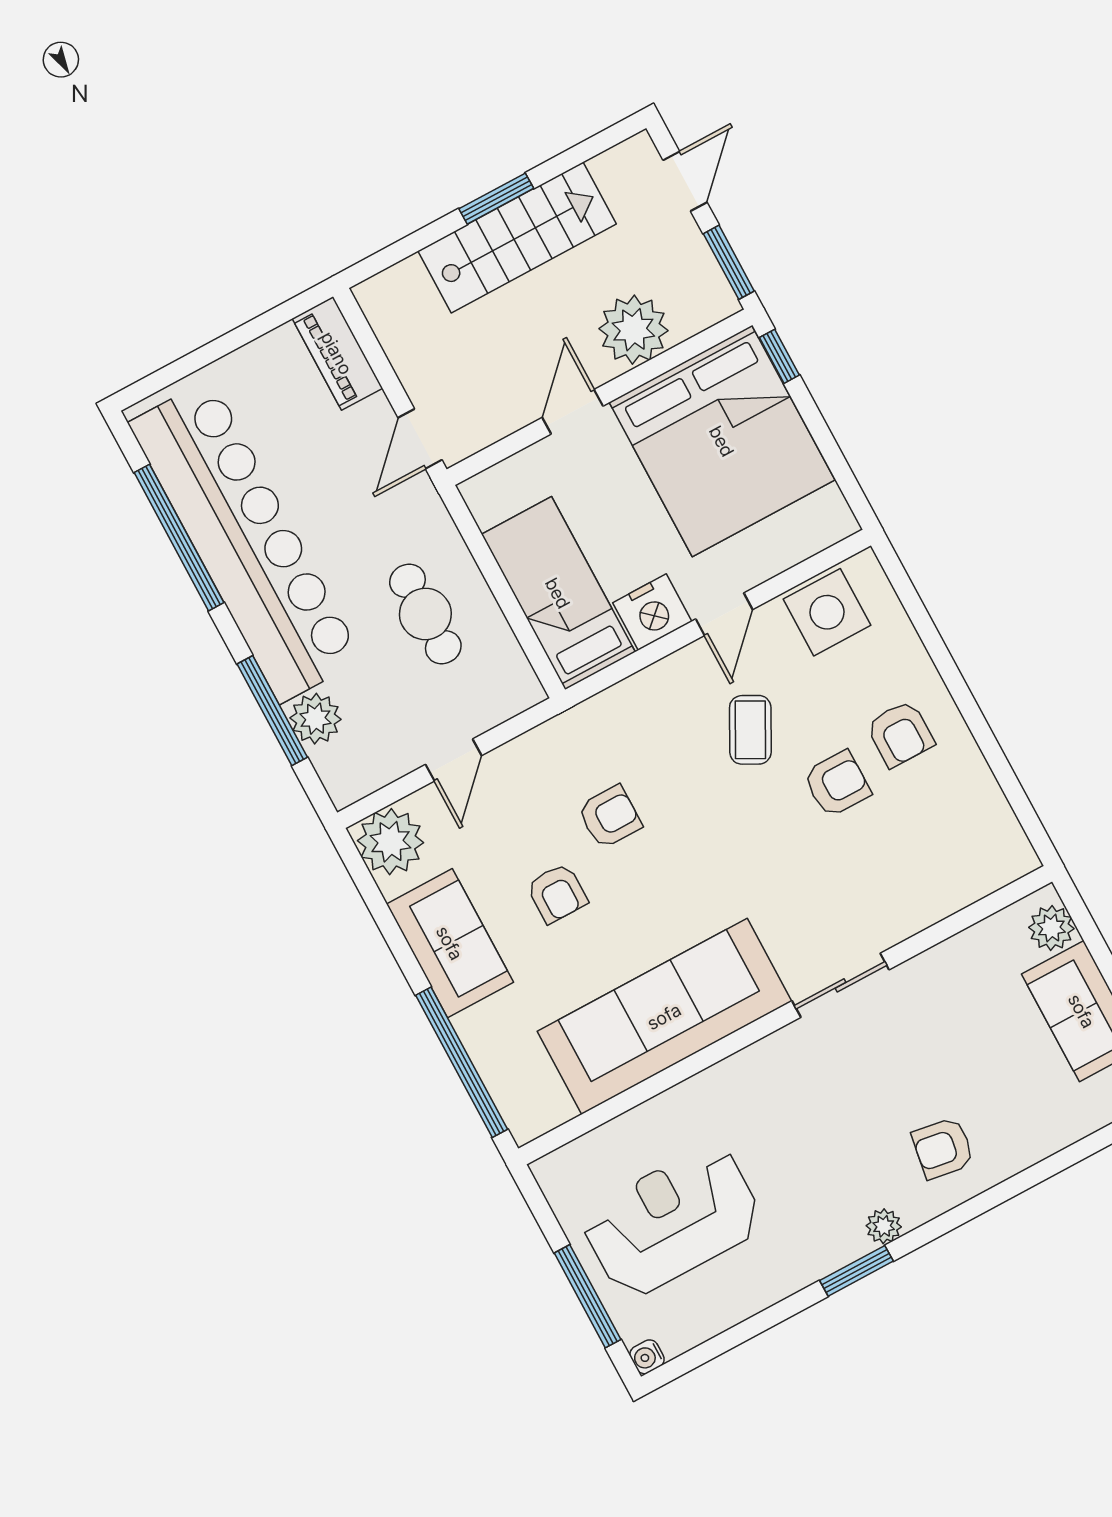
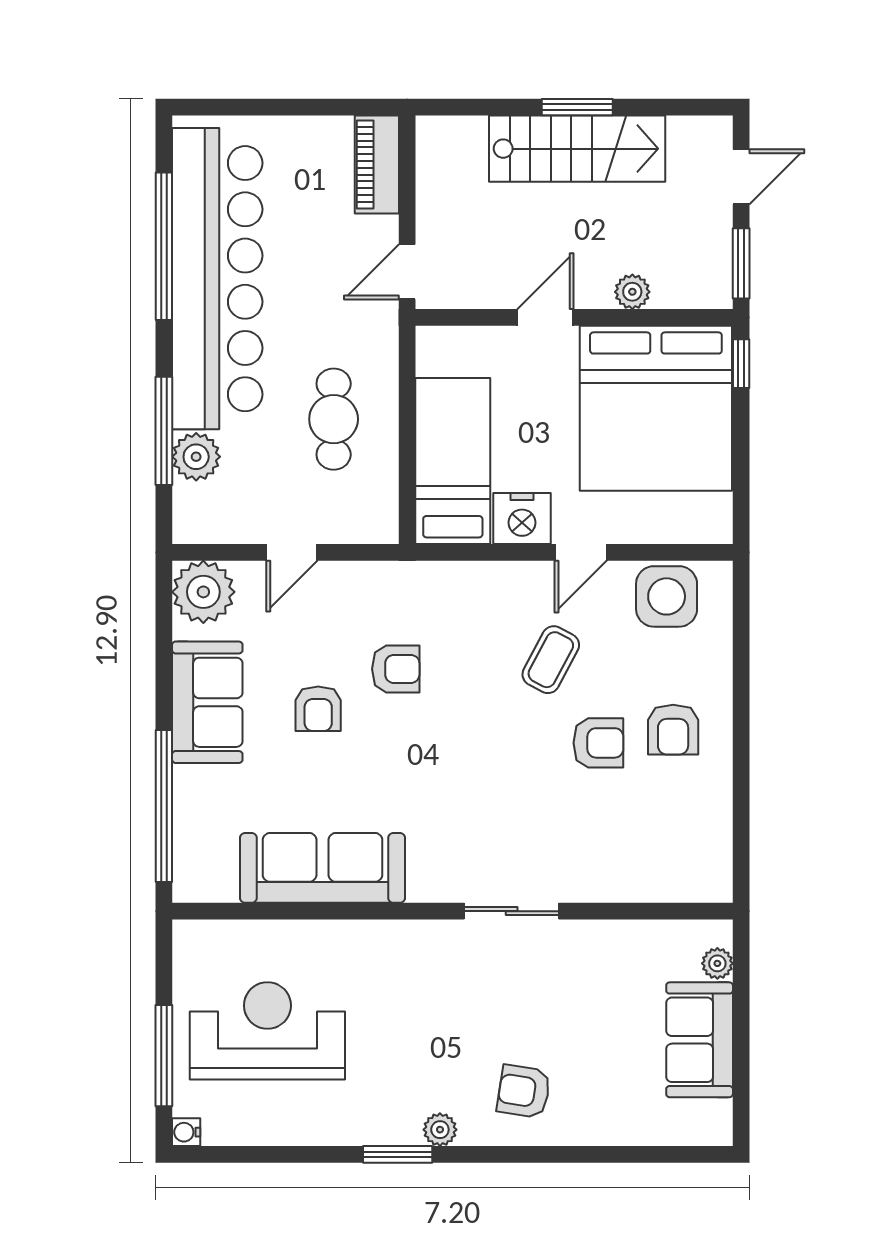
plant: (633, 330) -> (632, 292), width x0.53, depth x0.53
plant: (1051, 928) -> (717, 963), width x0.73, depth x0.73
sofa: (664, 1016) -> (323, 868), width x0.74, depth x0.79

